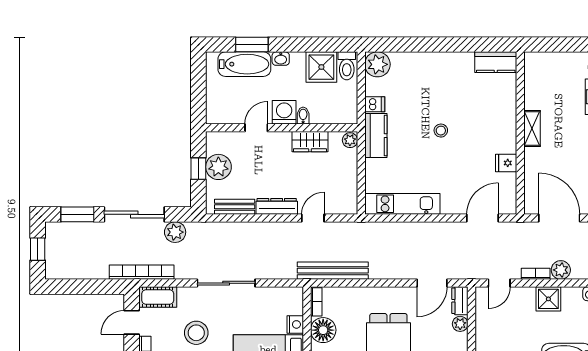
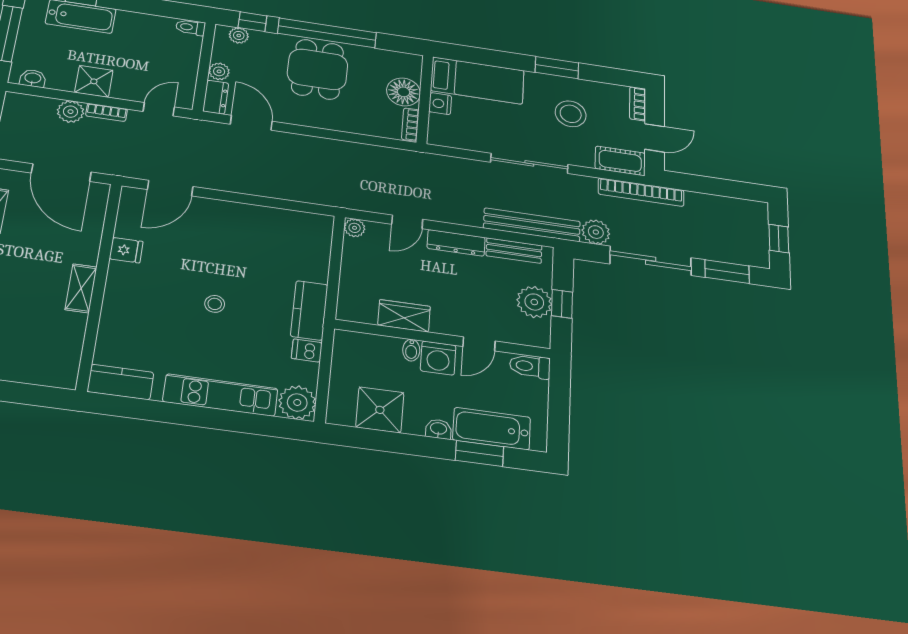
toilet: (347, 66) -> (530, 366), moved, turned -90
plant: (350, 140) -> (355, 228), moved
kitchen unit: (402, 204) -> (220, 395), moved, turned 180
bench: (333, 271) -> (532, 225), moved
door: (432, 283) -> (251, 123), hinge flipped

